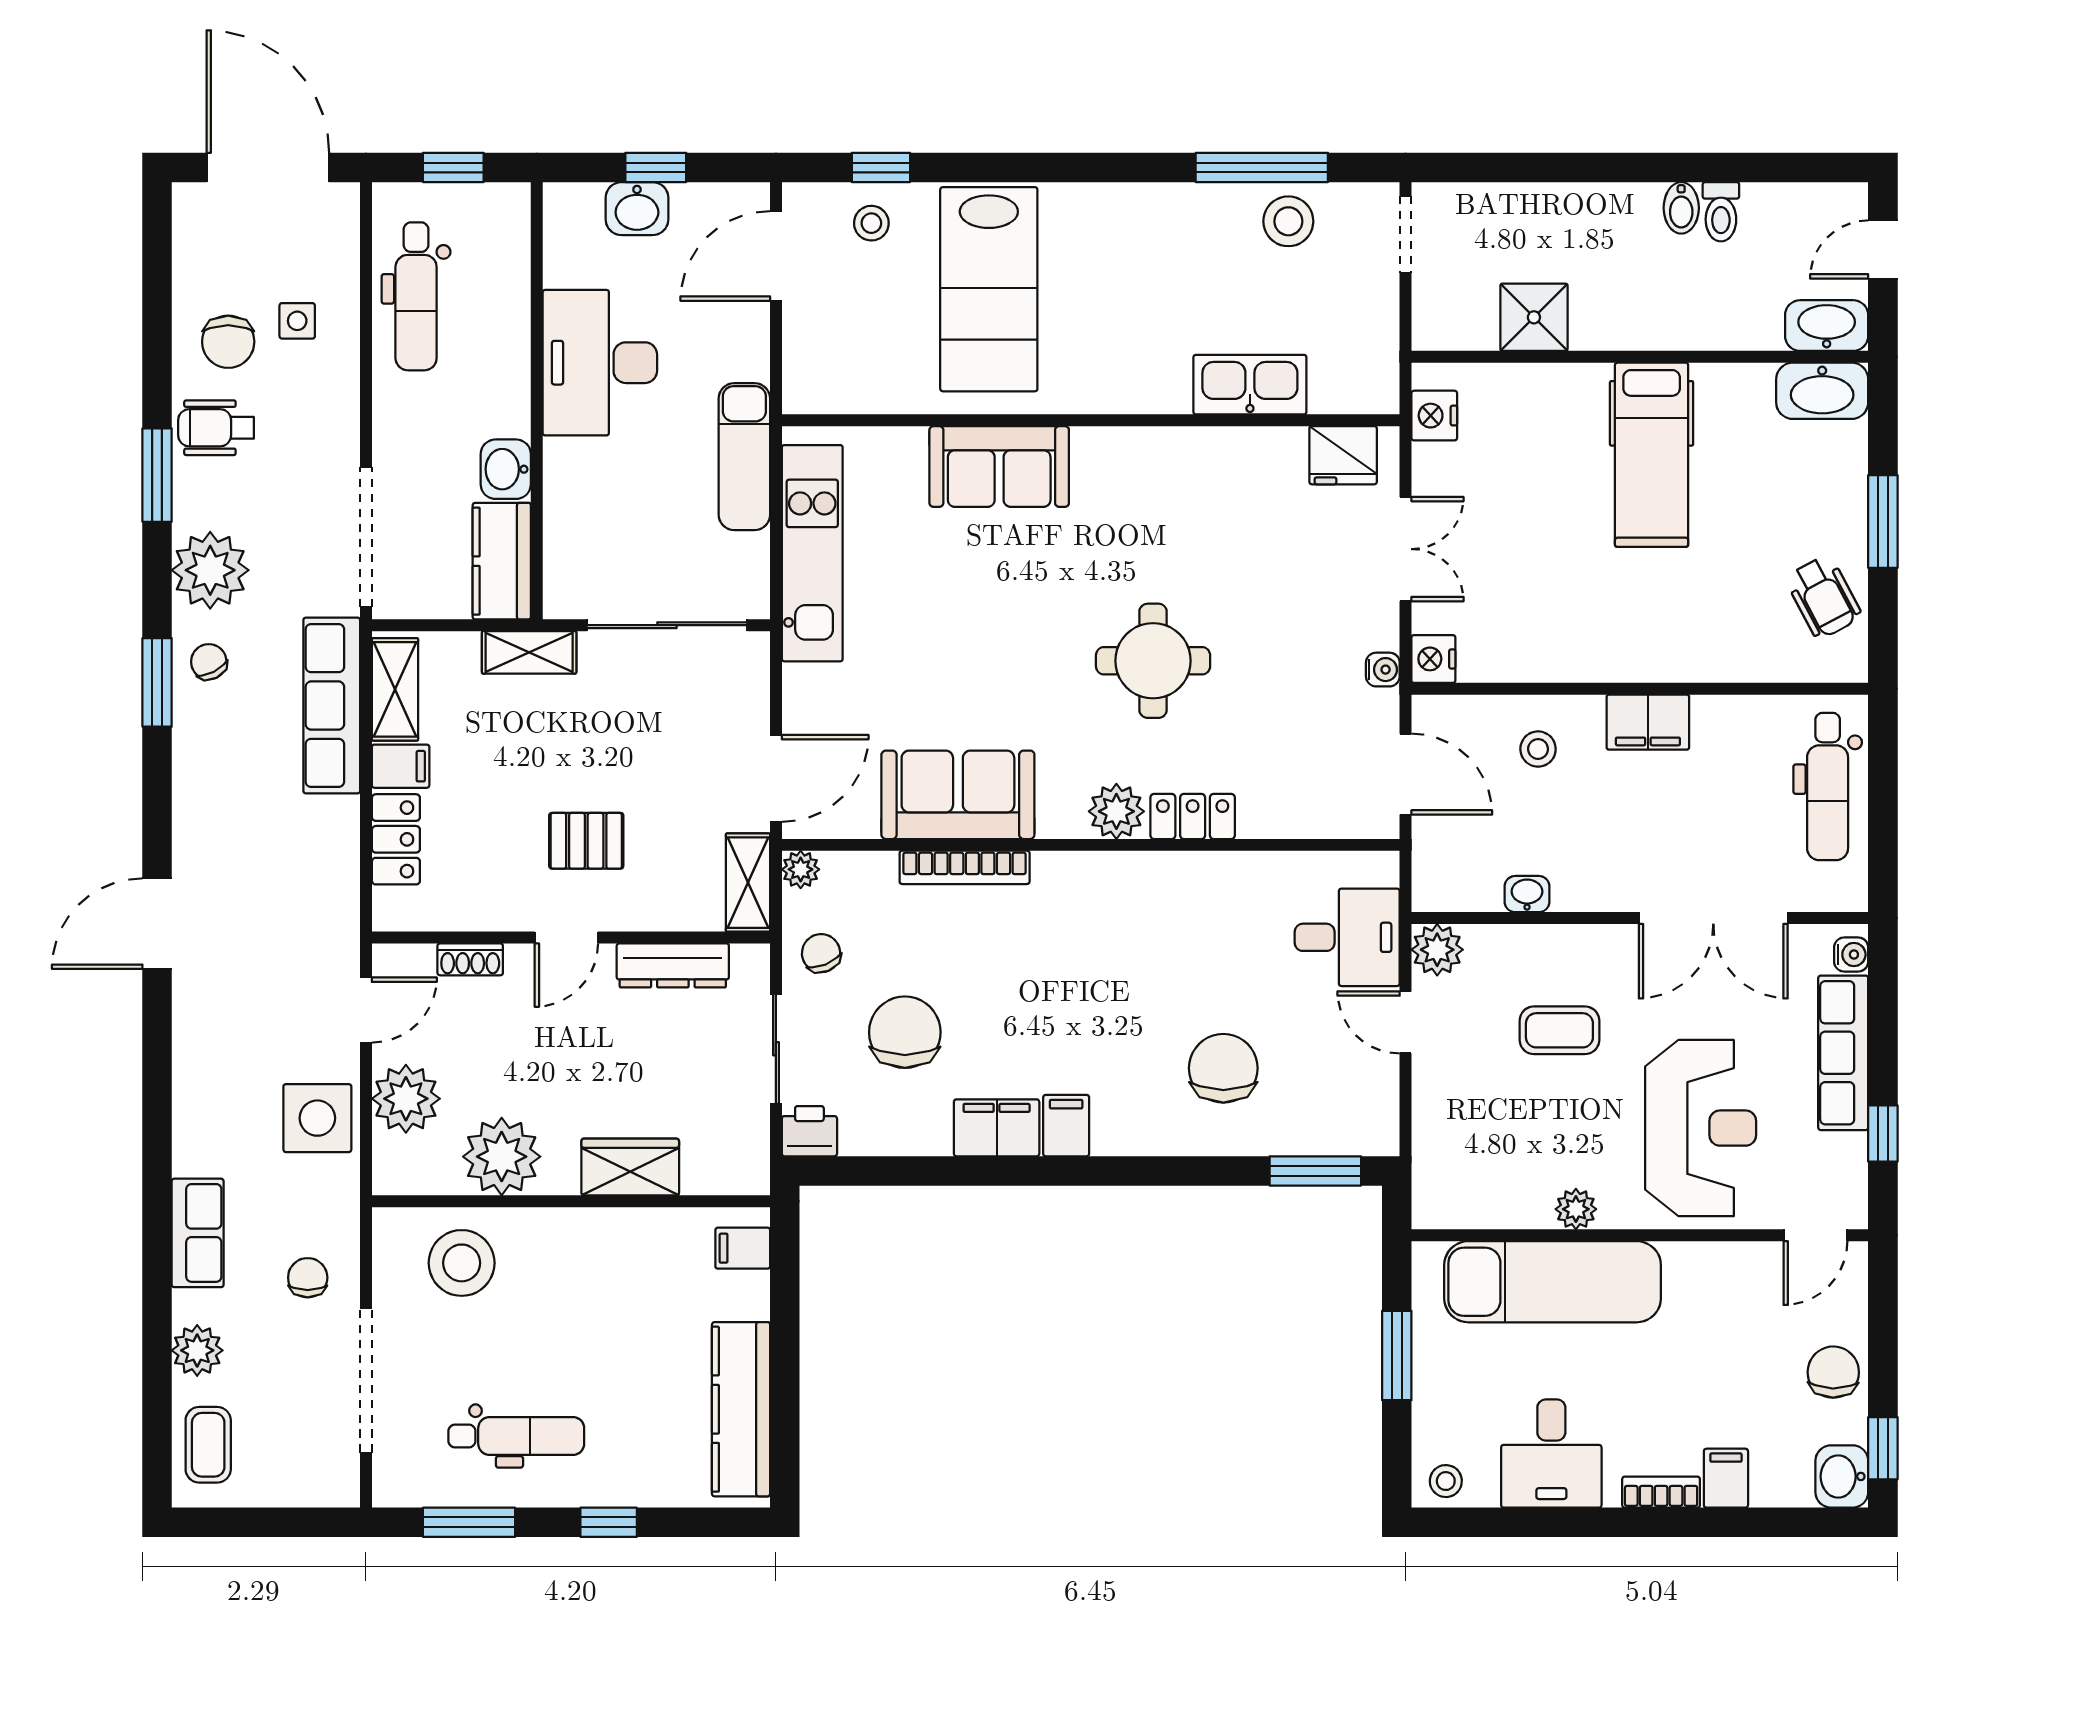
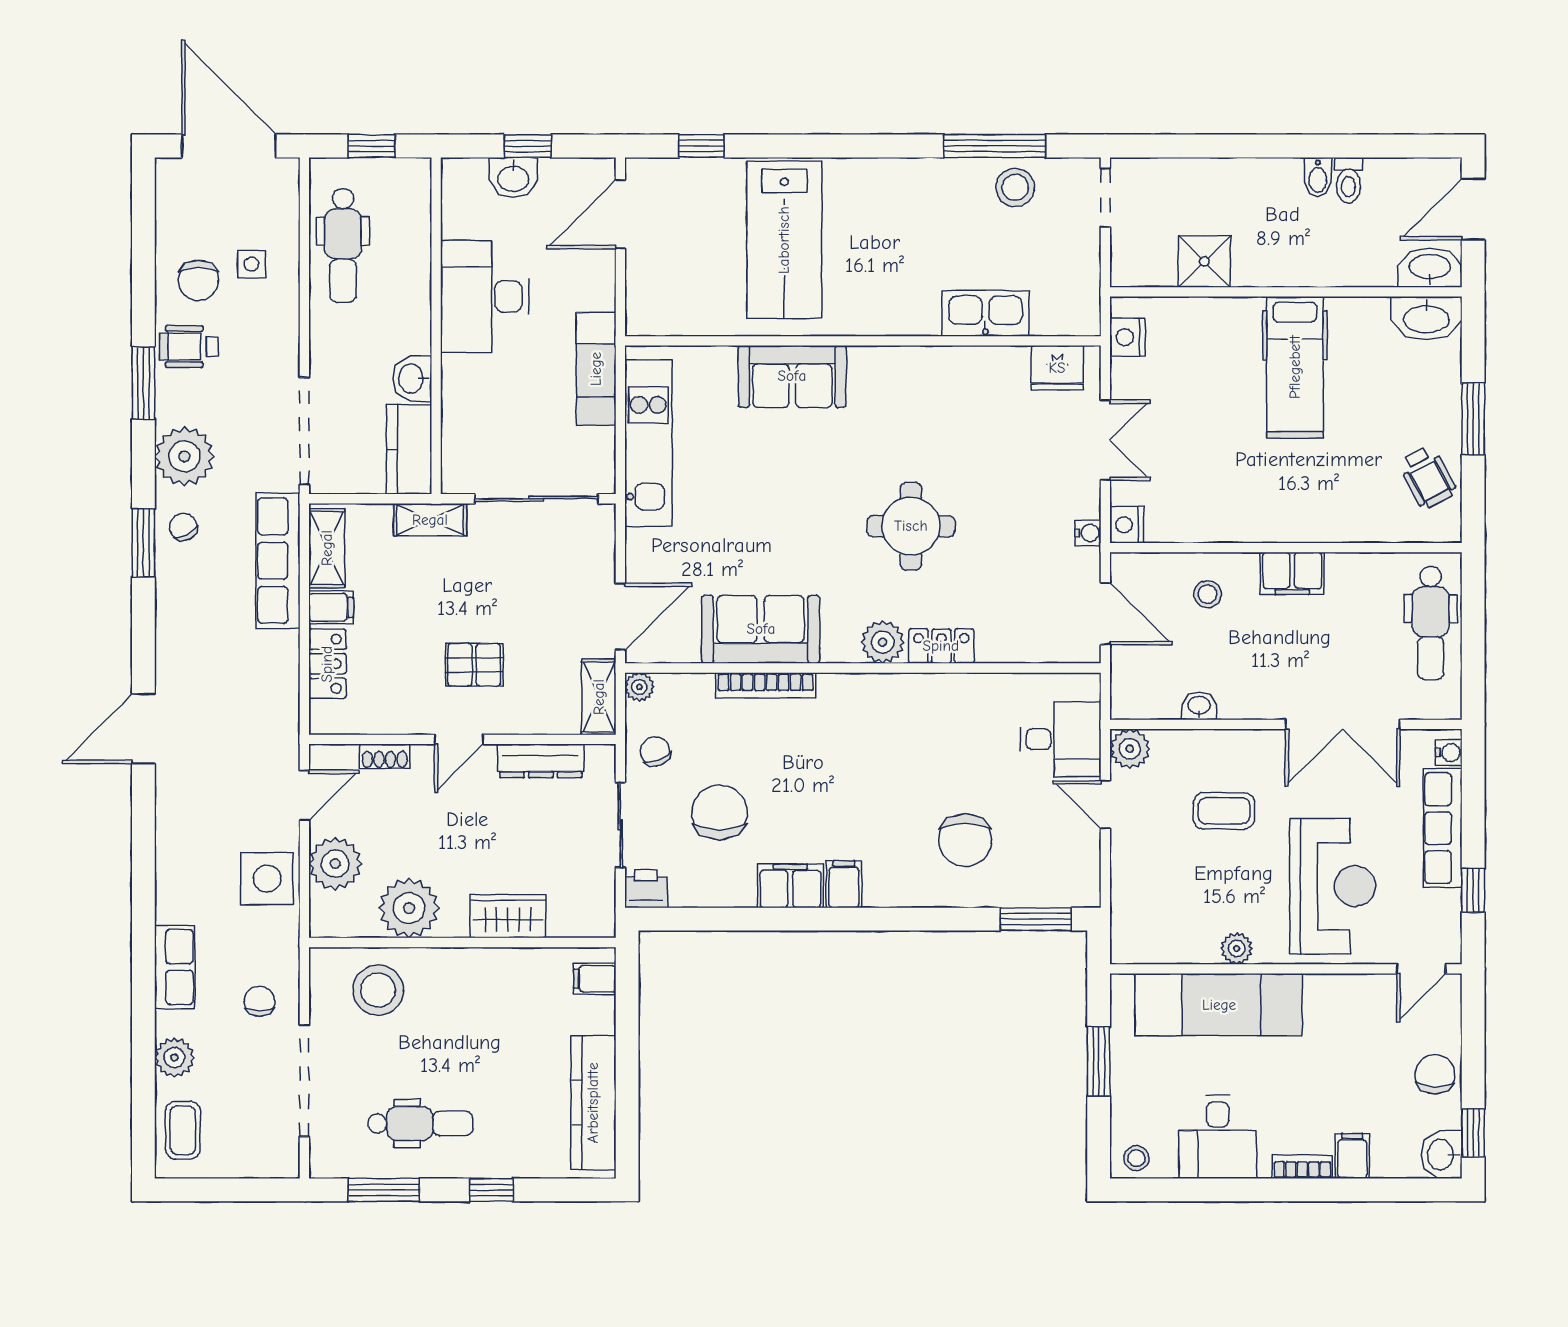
stool: (871, 223) -> (694, 189), removed
door: (1883, 250) -> (1473, 209), width x1.38
chair: (1223, 1068) -> (965, 840), turned 180

